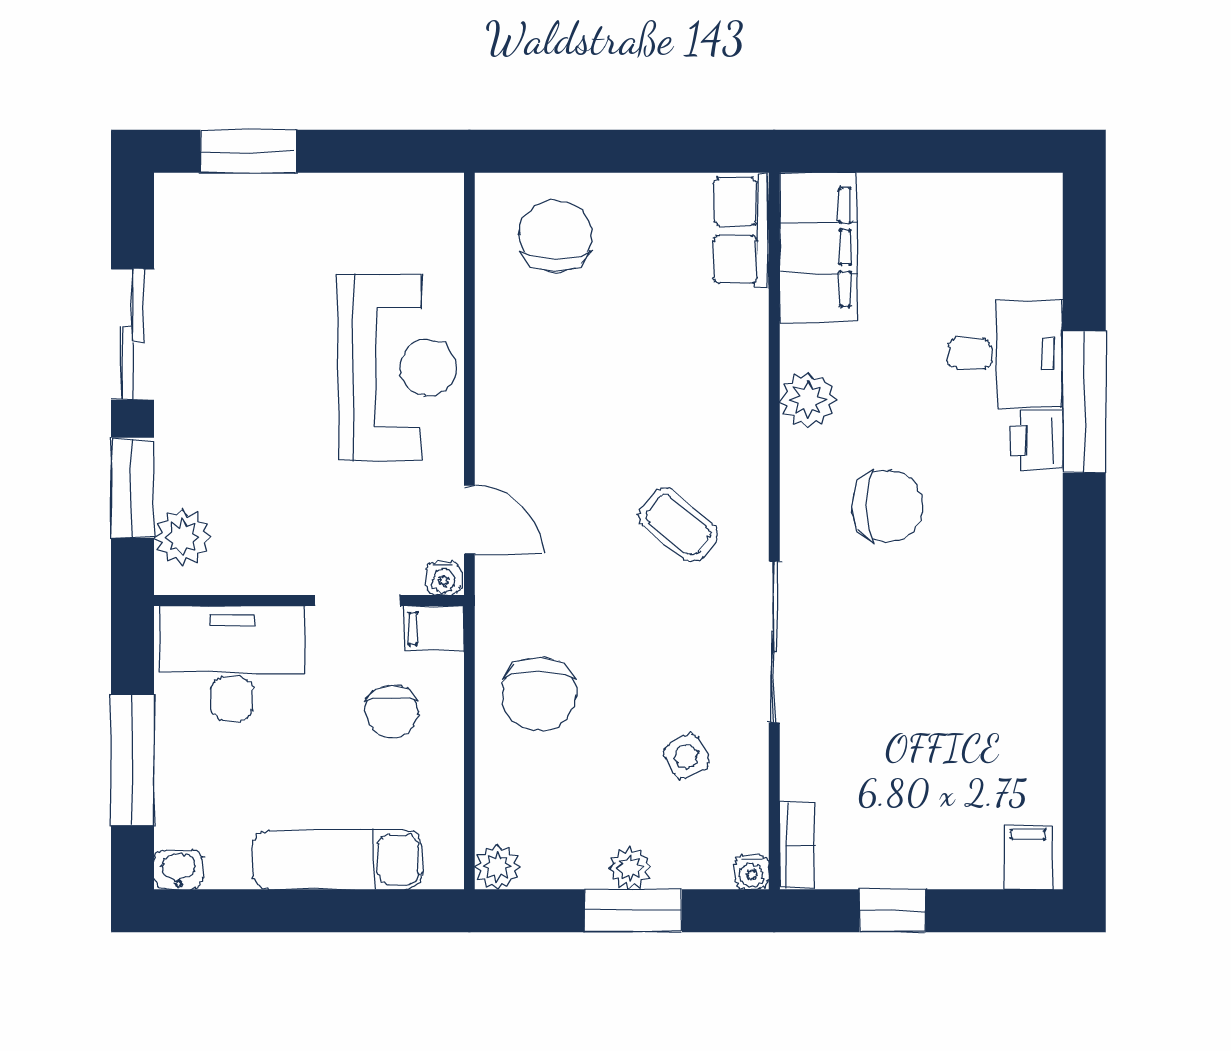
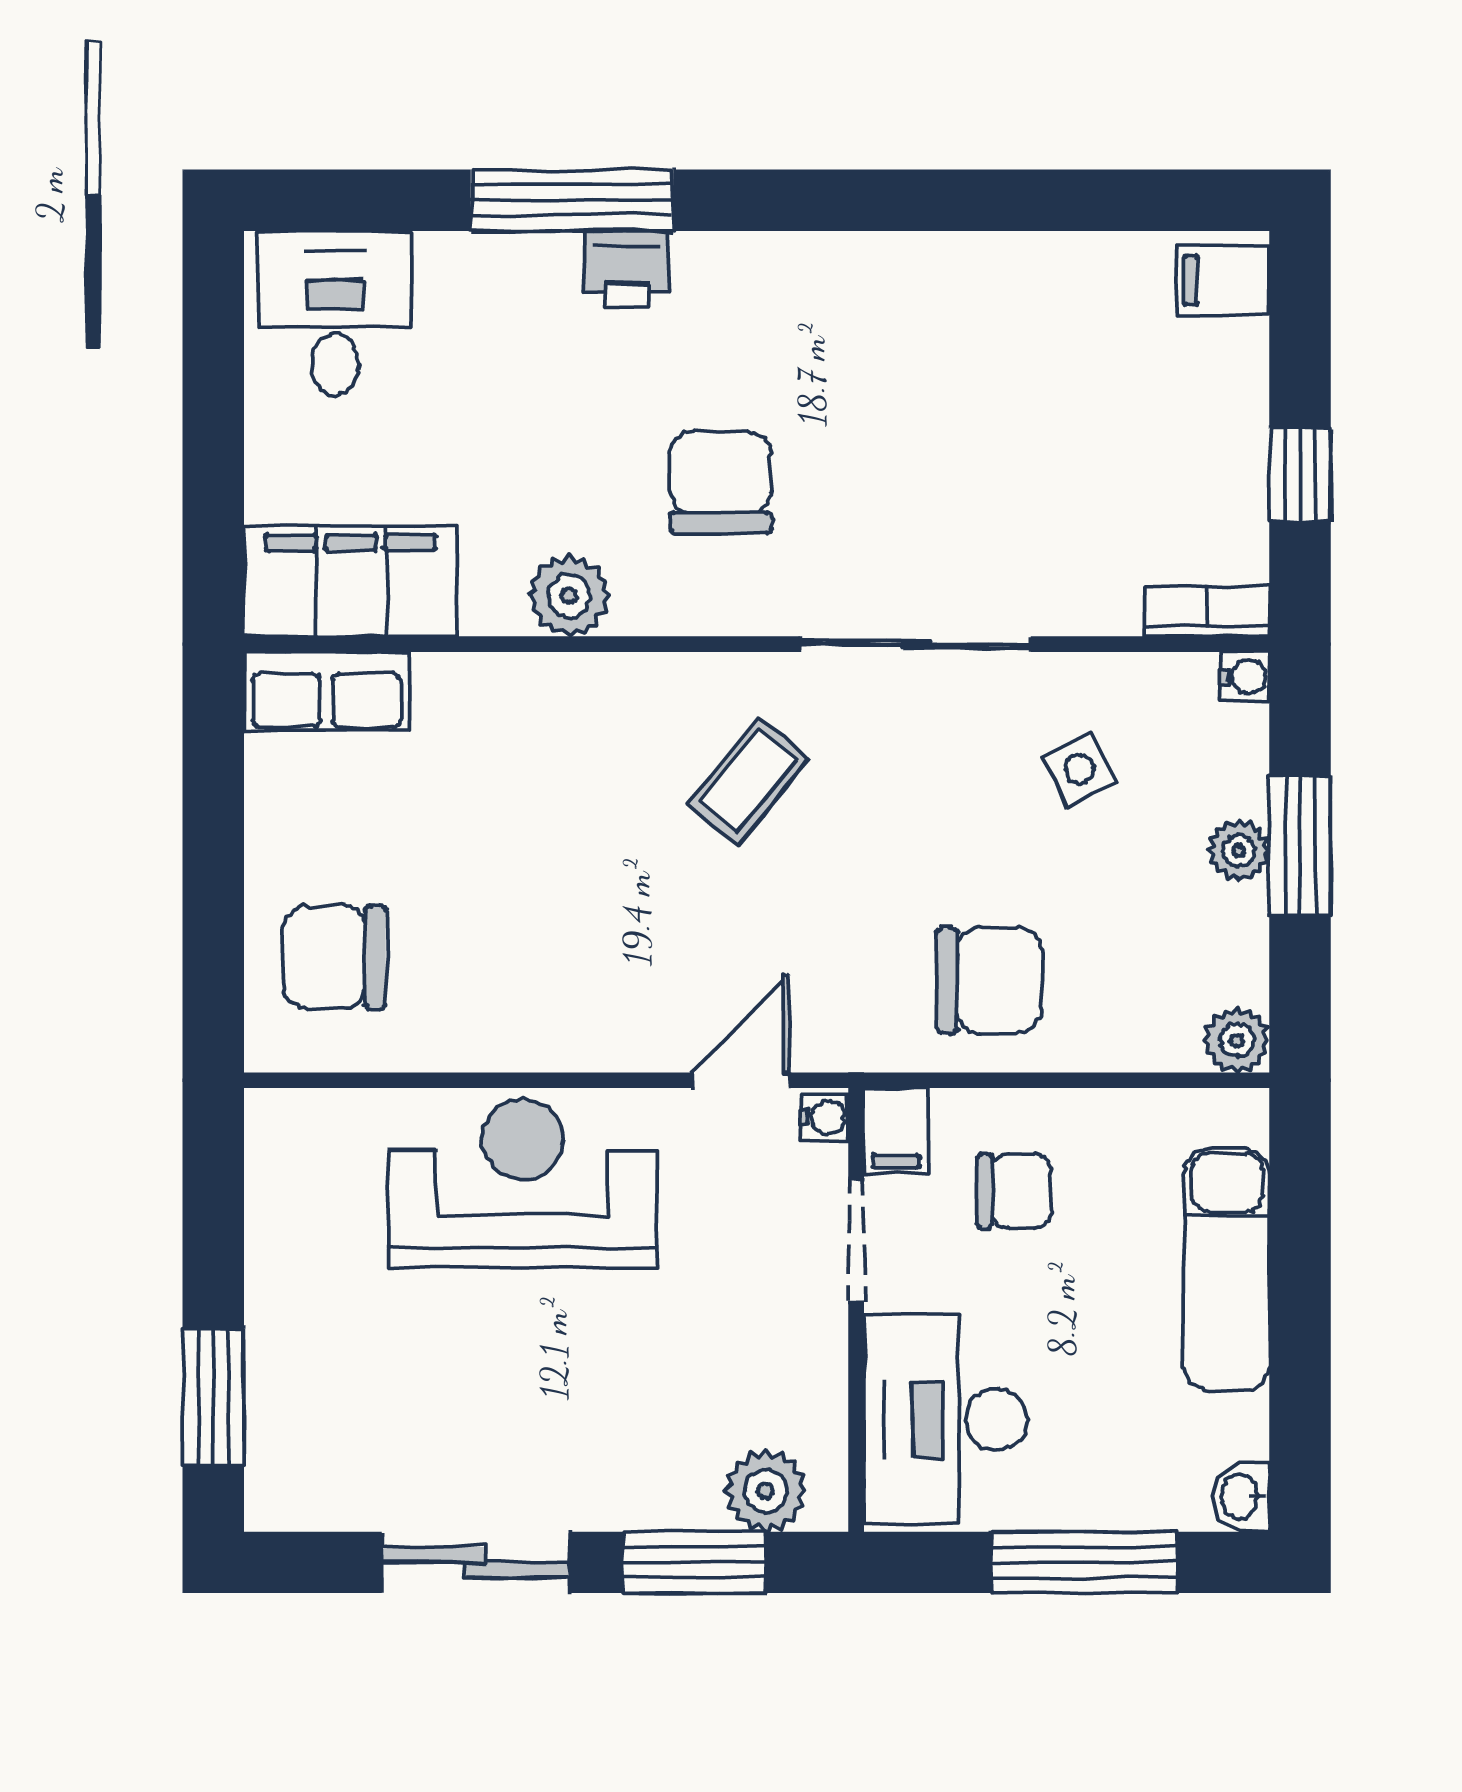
desk: (1005, 353) -> (335, 313), moved

